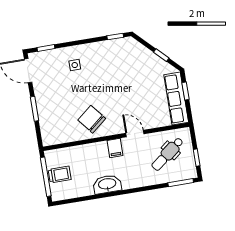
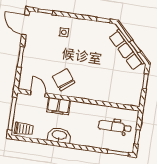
row of seats: (176, 99) -> (127, 50), moved, turned -45
door: (135, 134) -> (38, 94), moved
filing cabinet: (115, 148) -> (58, 106), moved, width x2.00
dental chair: (167, 154) -> (115, 127), turned 38
trolley: (60, 174) -> (24, 129), moved

